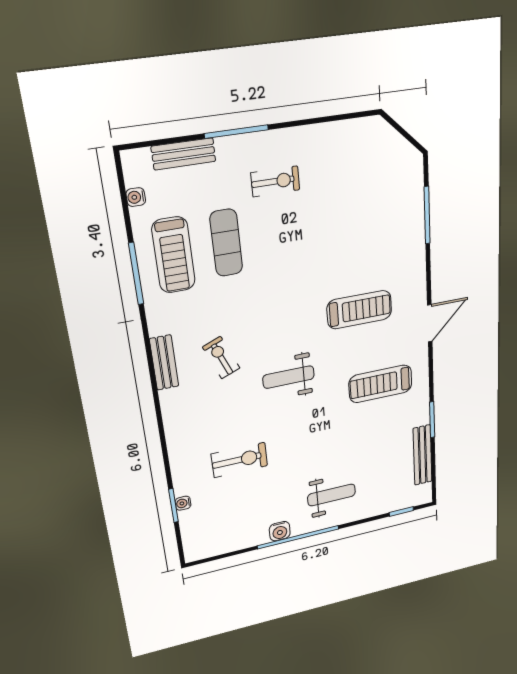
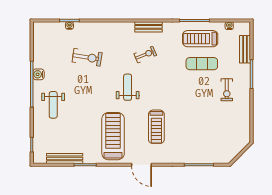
treadmill: (381, 384) -> (113, 136), width x1.37, depth x1.38
exercise bike: (239, 460) -> (87, 57), turned -81

